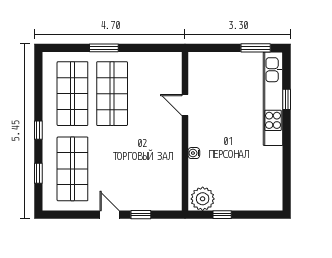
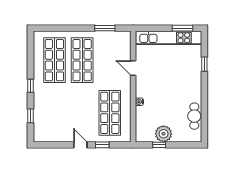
window: (104, 48) -> (105, 28), moved
kitchen unit: (273, 99) -> (169, 38), moved, turned -90
shop shelf: (72, 169) -> (110, 113), moved
cafe table: (272, 174) -> (194, 116), added
plant: (203, 199) -> (164, 134), moved

